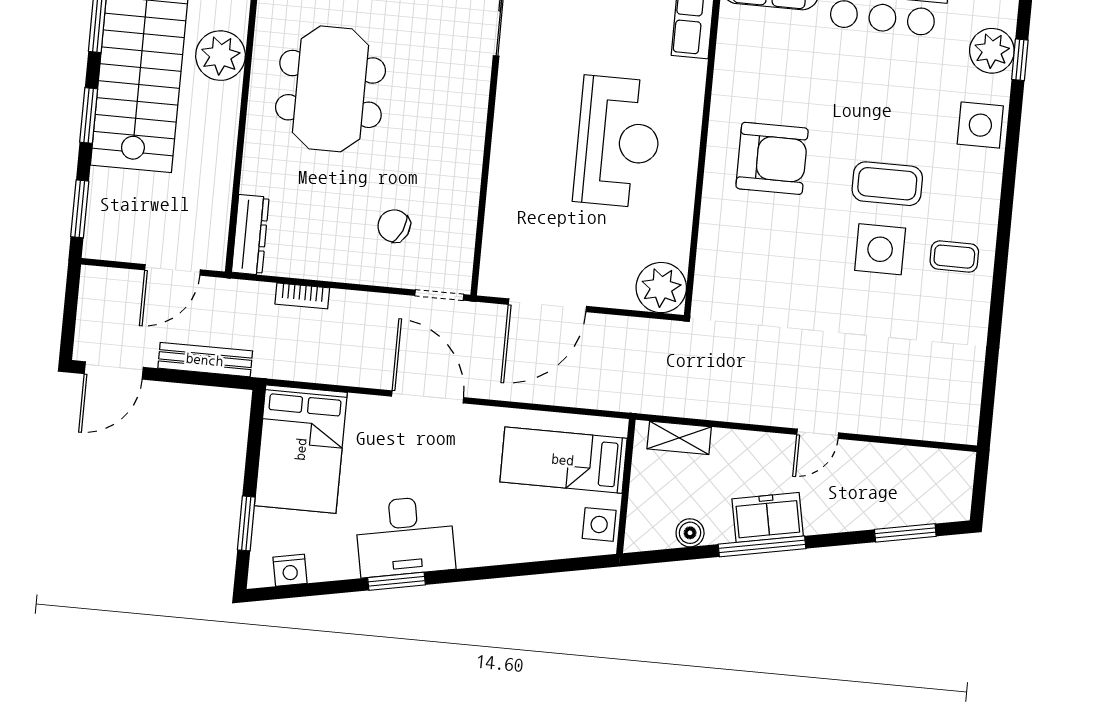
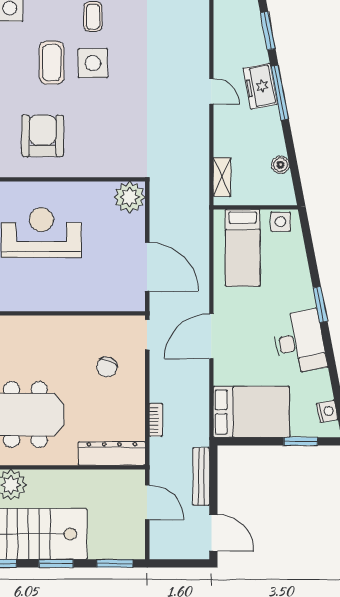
dresser: (250, 235) -> (112, 454), width x1.37, depth x1.24
freezer: (768, 517) -> (260, 86), moved
window: (762, 546) -> (280, 93), moved
window: (397, 581) -> (320, 304), moved

